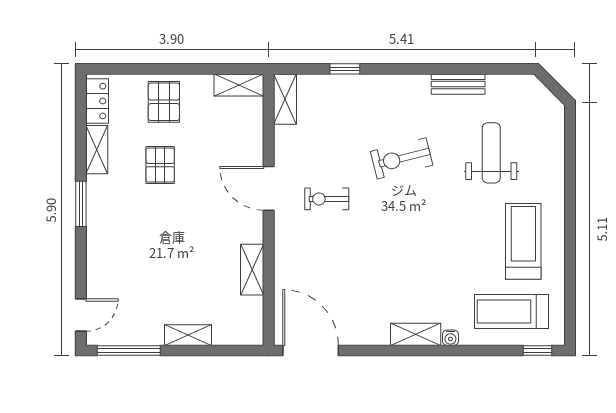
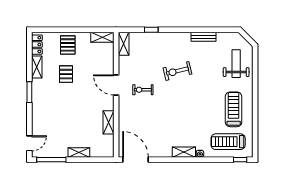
weight bench: (491, 153) -> (236, 64), moved

